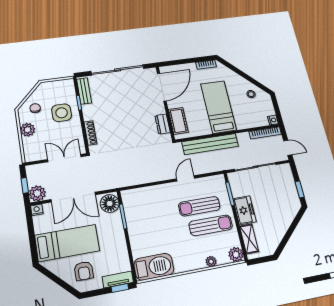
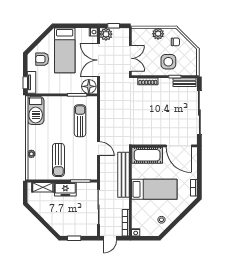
cot: (178, 121) -> (147, 155), width x1.37, depth x1.34
dresser: (163, 124) -> (146, 140), removed
sun lounger: (199, 206) -> (80, 121), moved
plant: (236, 254) -> (33, 174), removed

